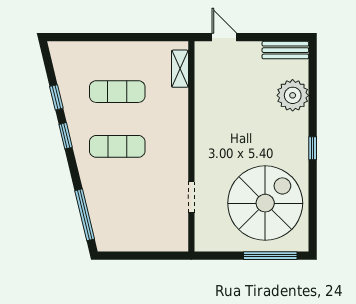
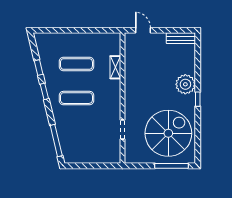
shelving: (180, 69) -> (115, 67), moved
plant: (293, 95) -> (185, 84), moved

